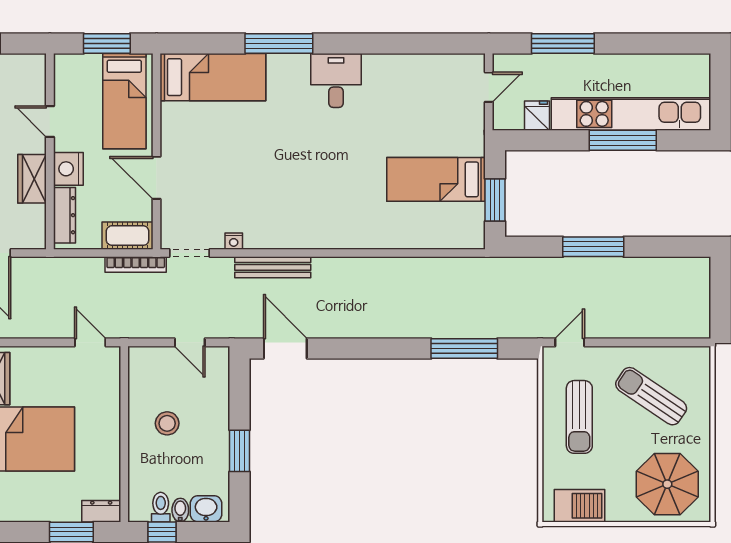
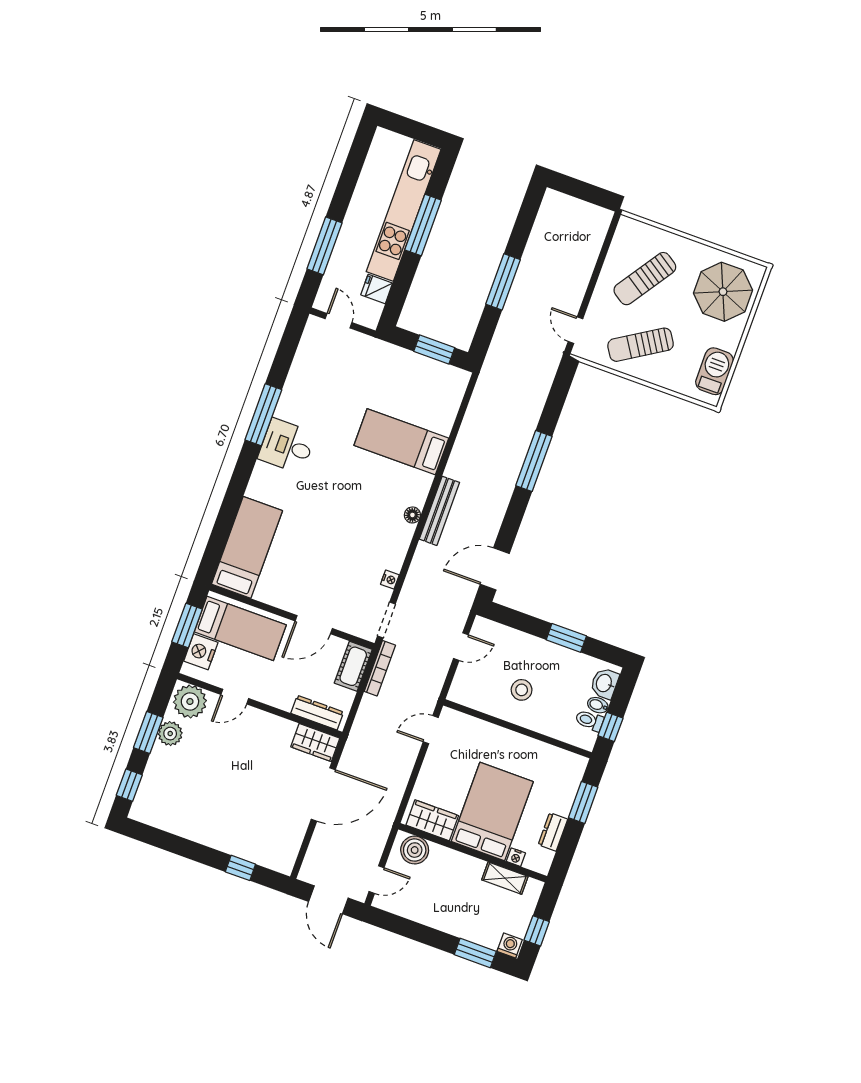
window: (279, 44) -> (263, 415), moved
plant: (27, 76) -> (190, 701), added
nightstand: (68, 169) -> (201, 652), moved, turned 90
wardrobe: (32, 179) -> (315, 743), moved
bed: (436, 179) -> (401, 442), moved, turned 90
floor lamp: (311, 240) -> (412, 515), added
bench: (273, 267) -> (439, 511), moved
window: (464, 348) -> (534, 461), moved
sun lounger: (579, 417) -> (641, 345), turned 148
dresser: (101, 511) -> (553, 832), moved

